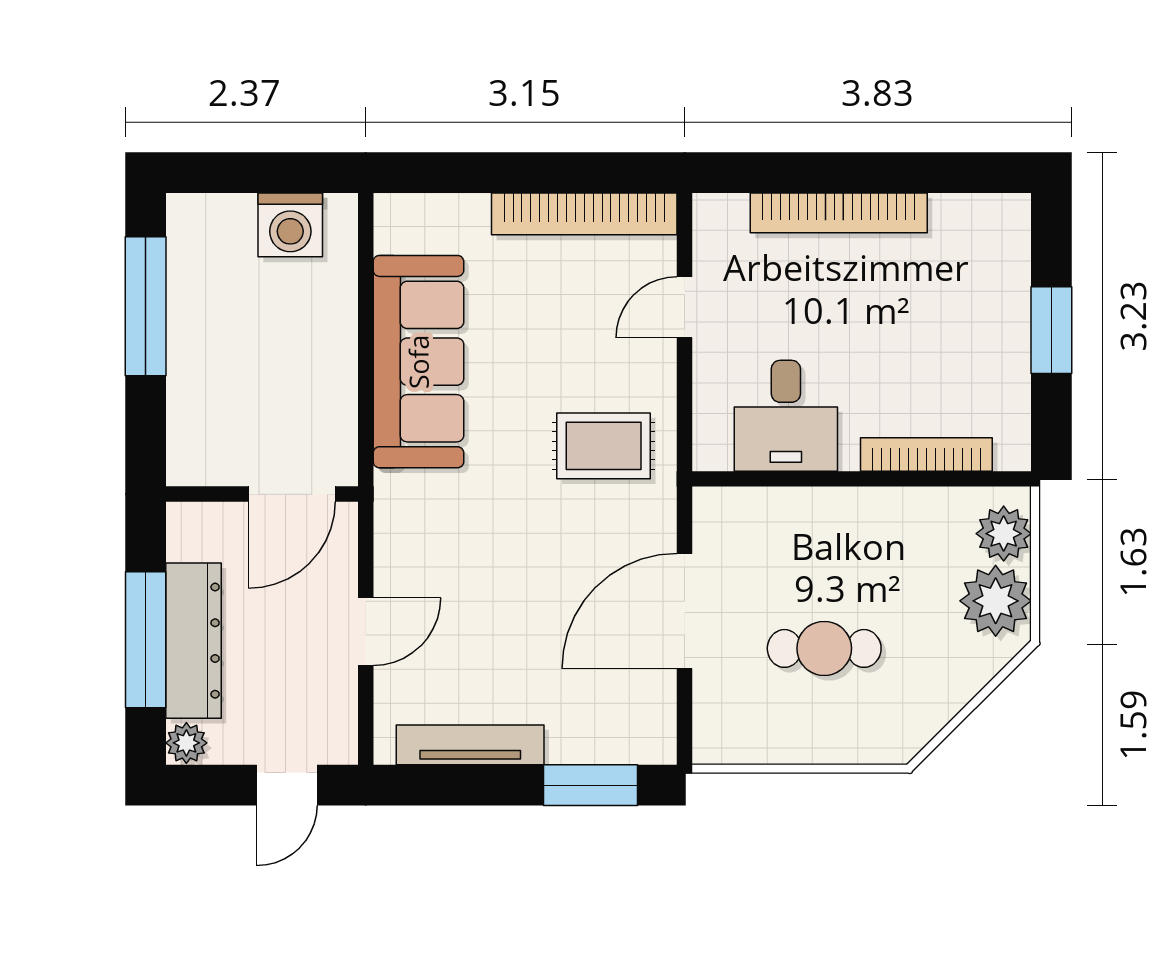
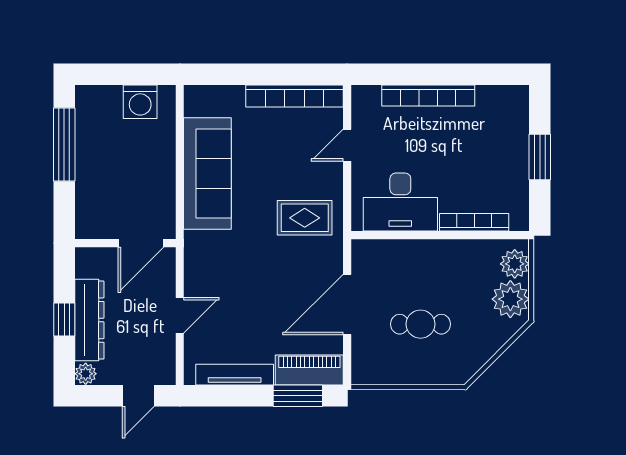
desk: (786, 416) -> (400, 202), width x1.37
window: (146, 640) -> (64, 320), width x0.46
piano: (612, 736) -> (309, 370), added

